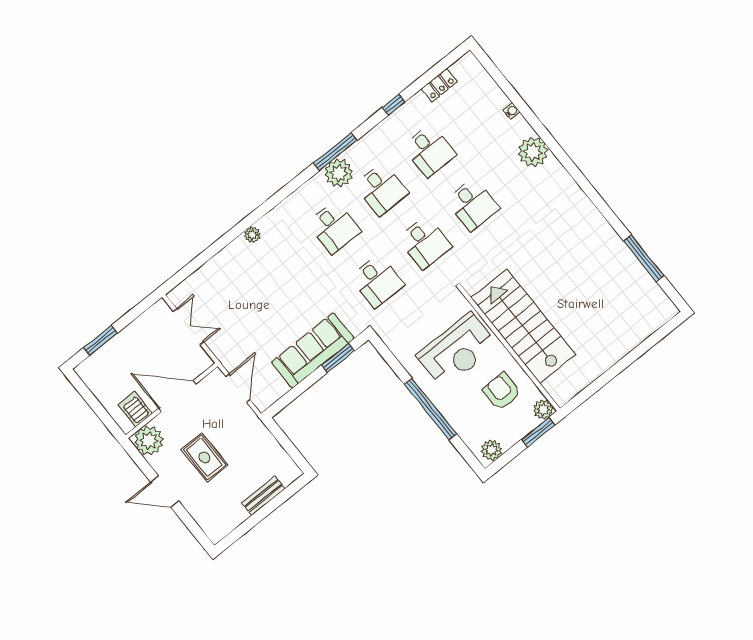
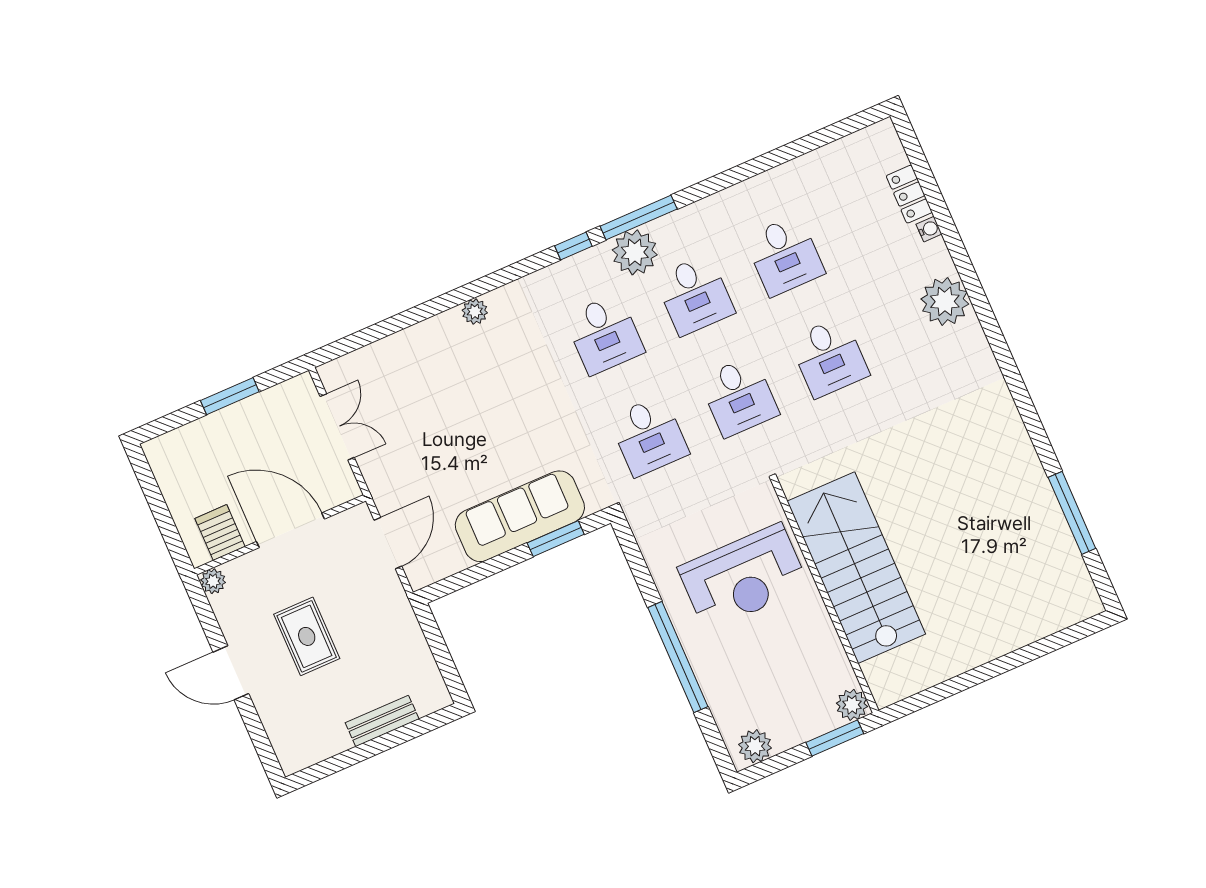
locker: (439, 85) -> (909, 194), moved, turned 90
window: (394, 105) -> (573, 246), moved
window: (100, 340) -> (230, 396), moved
armchair: (502, 391) -> (796, 659), removed
plant: (149, 441) -> (213, 581), width x0.53, depth x0.53

